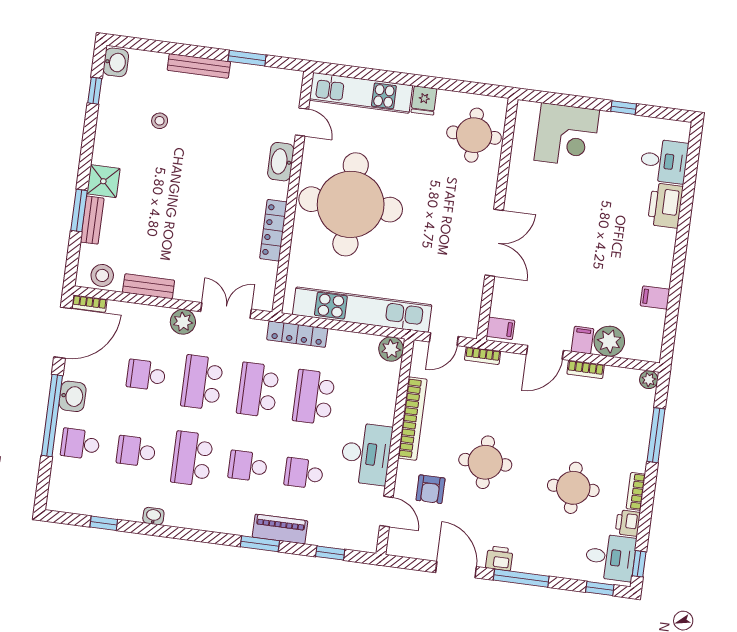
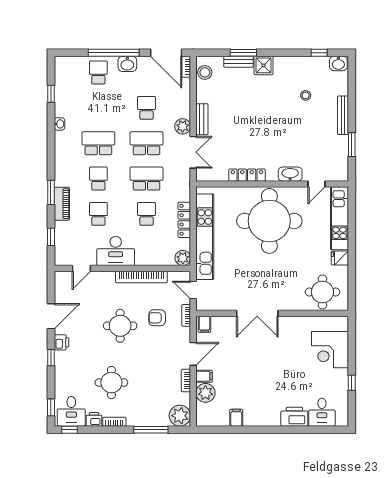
bench: (149, 286) -> (202, 119), moved
locker: (297, 334) -> (184, 220), moved
door: (545, 352) -> (193, 354), swing flipped
plant: (649, 380) -> (180, 416), width x1.87, depth x1.87
school desk: (314, 397) -> (147, 214), width x0.54
school desk: (136, 451) -> (98, 108), removed
armchair: (430, 489) -> (157, 318), moved
window: (521, 578) -> (51, 358), width x0.46

